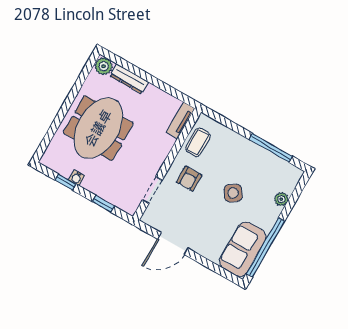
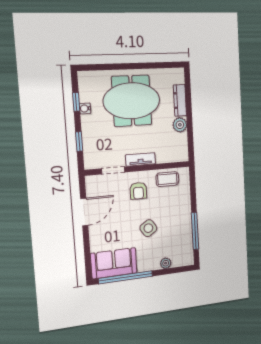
plant: (104, 66) -> (180, 125), moved
tv unit: (181, 120) -> (141, 159), moved
armchair: (189, 179) -> (138, 191), turned -89
door: (173, 244) -> (84, 212), swing flipped

